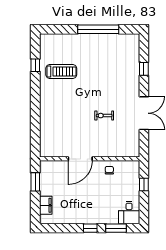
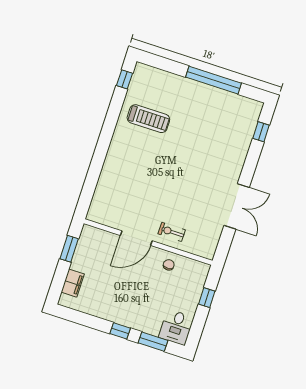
window: (35, 65) -> (124, 79), moved
window: (144, 69) -> (261, 132), moved
exercise bike: (104, 116) -> (172, 232), moved

